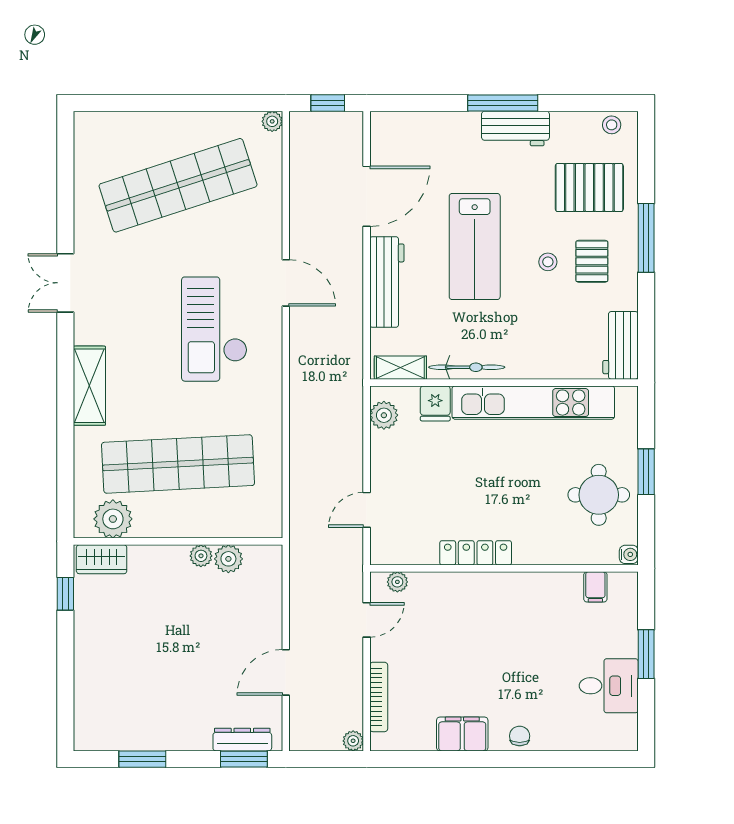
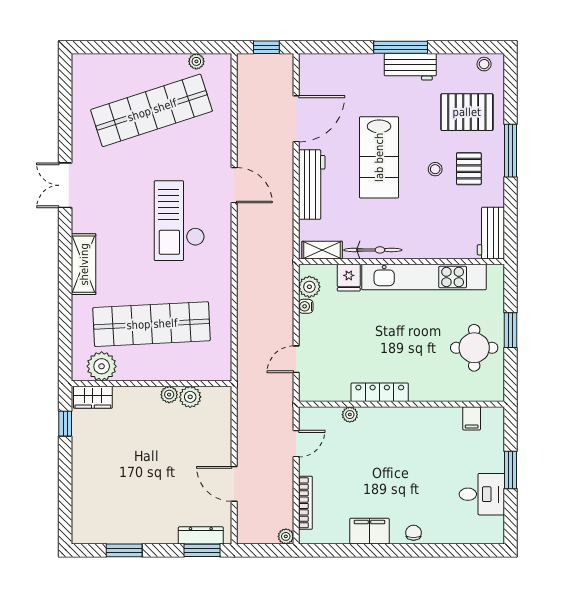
plant: (272, 121) -> (196, 61), moved
water cooler: (629, 554) -> (306, 306), moved, turned 180
plant: (397, 582) -> (350, 415), moved
door: (286, 672) -> (234, 484), hinge flipped

